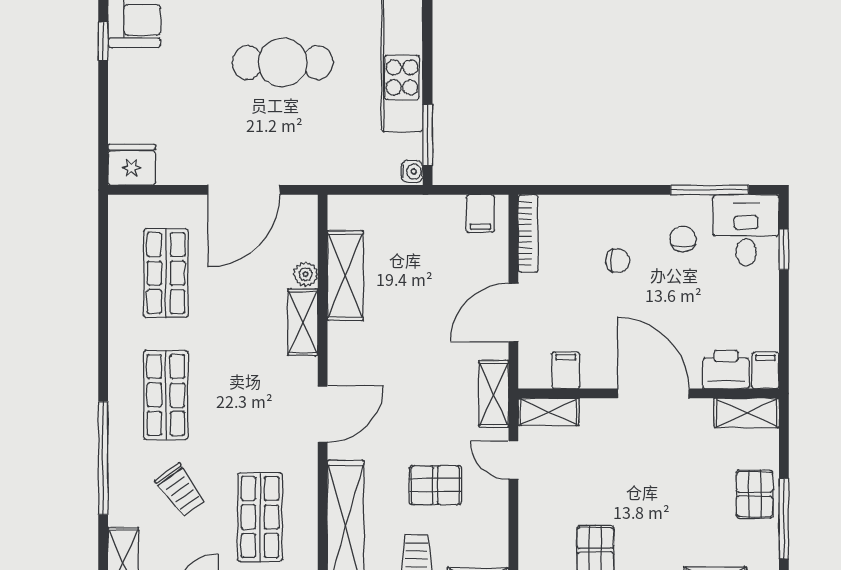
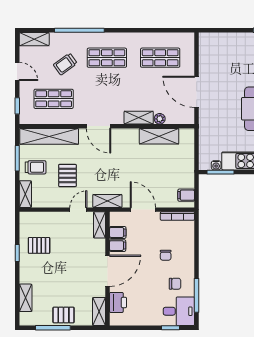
fridge: (132, 165) -> (208, 43), removed
water cooler: (412, 171) -> (216, 165), moved
filing cabinet: (765, 371) -> (118, 246), moved

